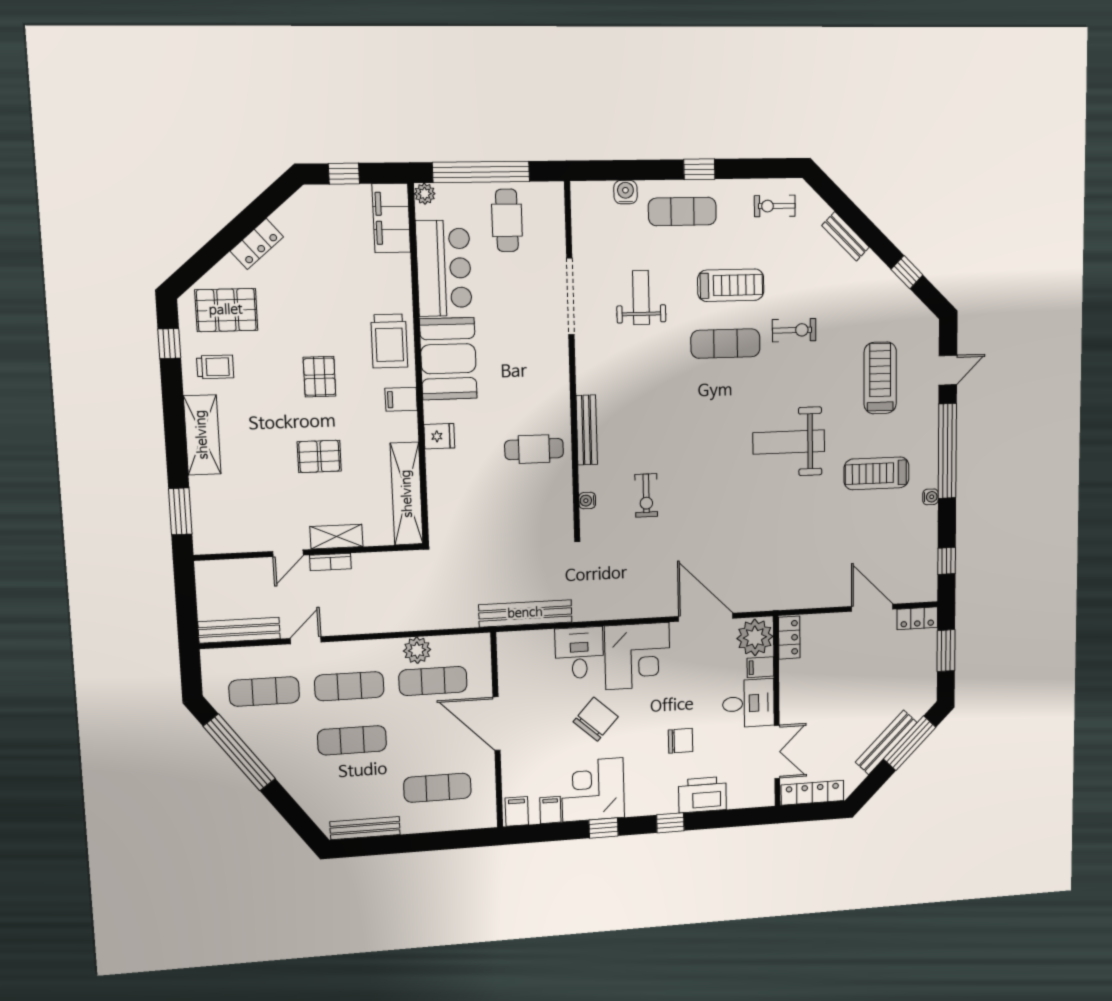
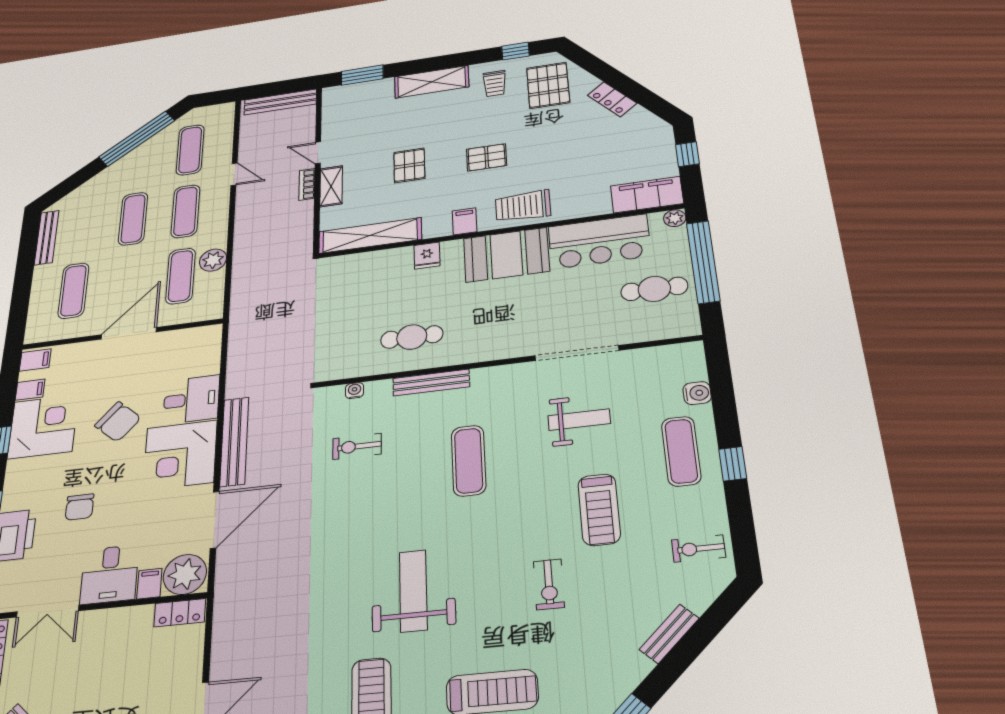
exercise bike: (775, 206) -> (698, 549), turned -90
exercise mat: (725, 344) -> (469, 461), moved
cafe table: (534, 449) -> (412, 337), turned 90
bench: (525, 613) -> (234, 441), moved
bench: (239, 630) -> (280, 102), moved, turned 90

